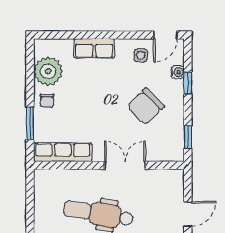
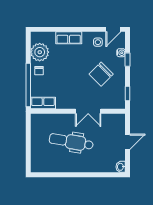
window: (30, 124) -> (28, 85), width x2.11
row of seats: (63, 152) -> (43, 103), width x0.68
double door: (125, 165) -> (88, 111), swing flipped

